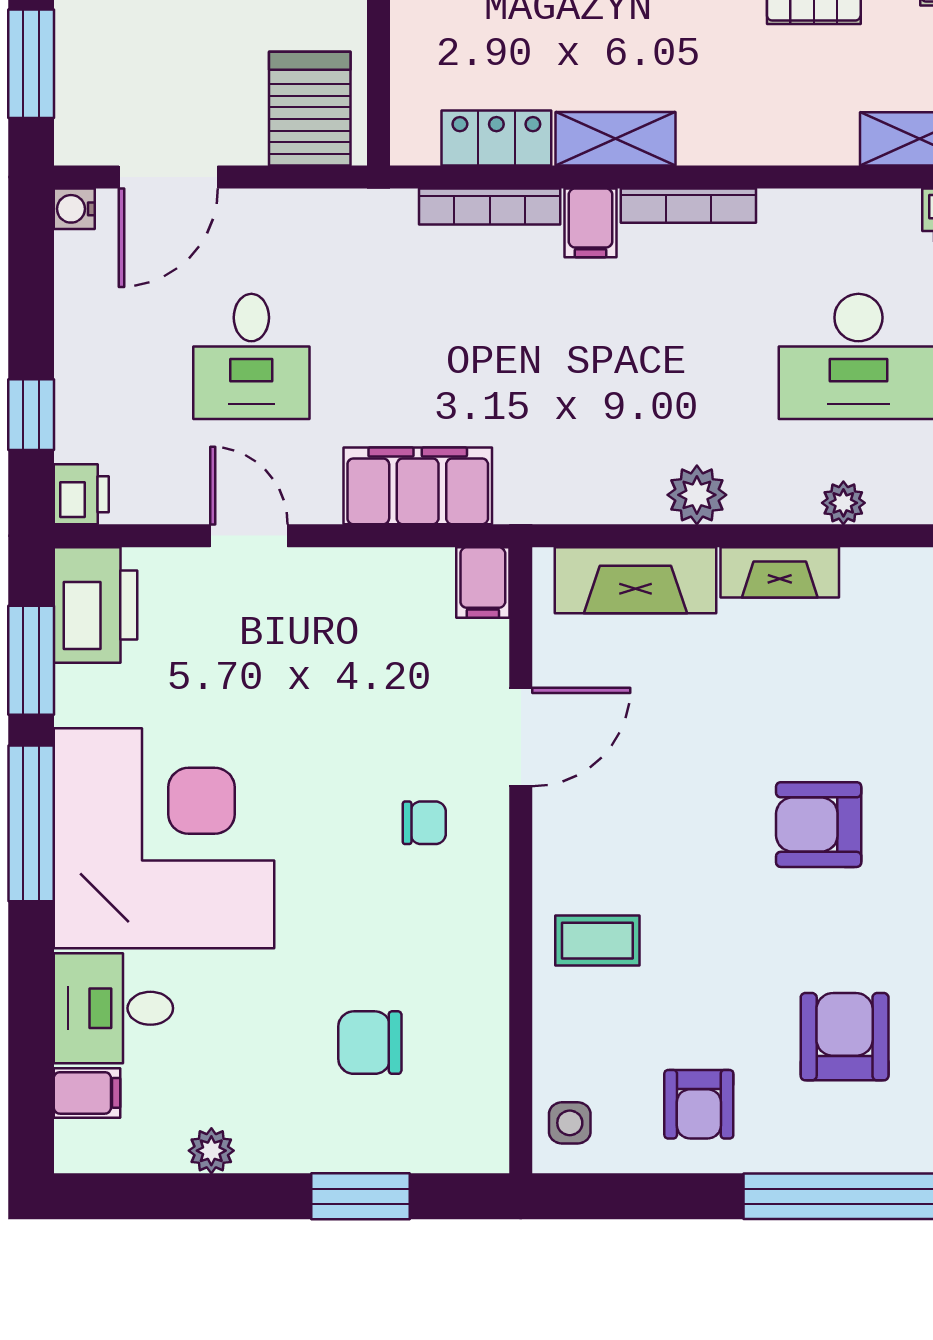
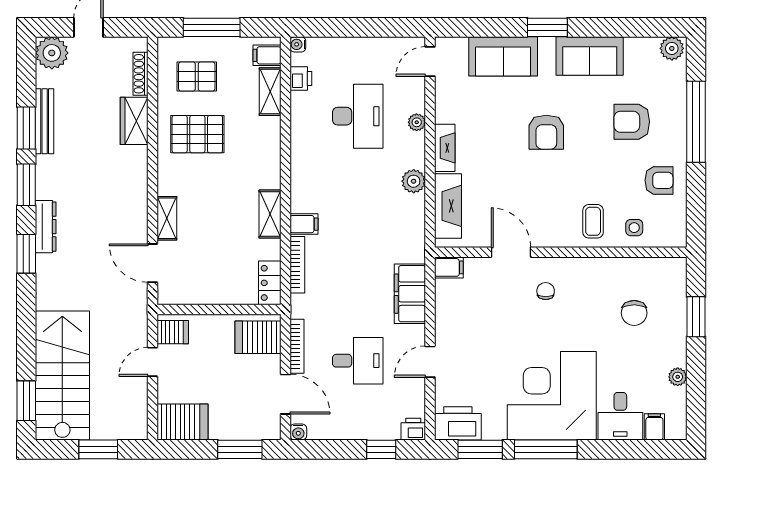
locker: (496, 138) -> (270, 283), moved
bookcase: (688, 206) -> (297, 346), moved
side table: (570, 1123) -> (634, 228), moved

